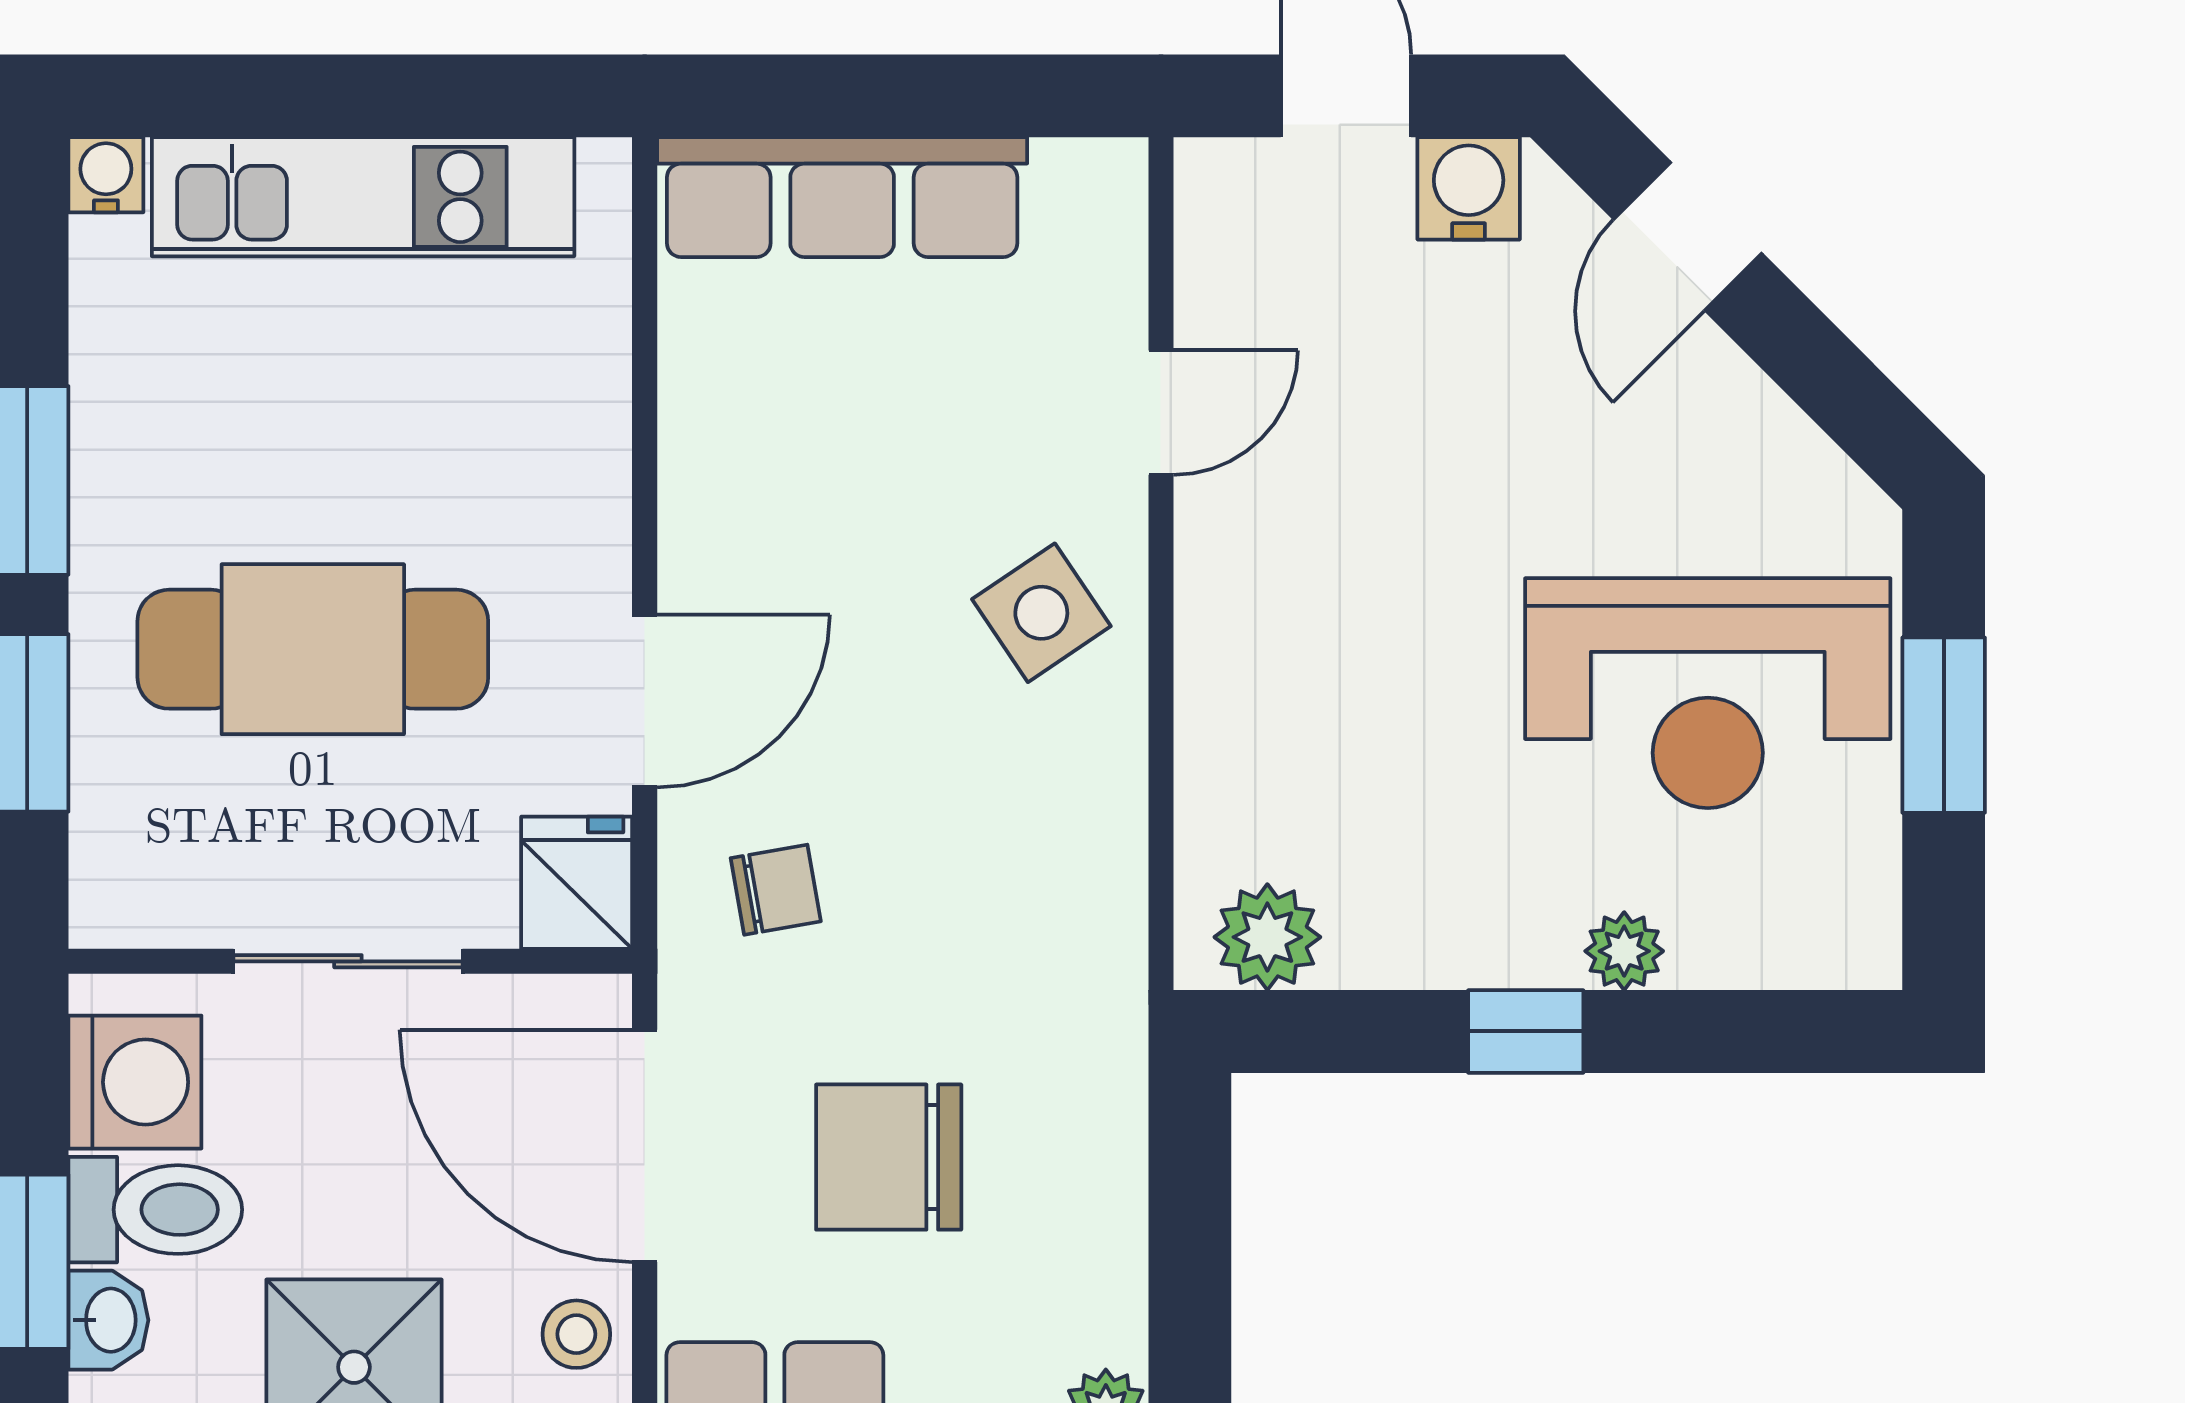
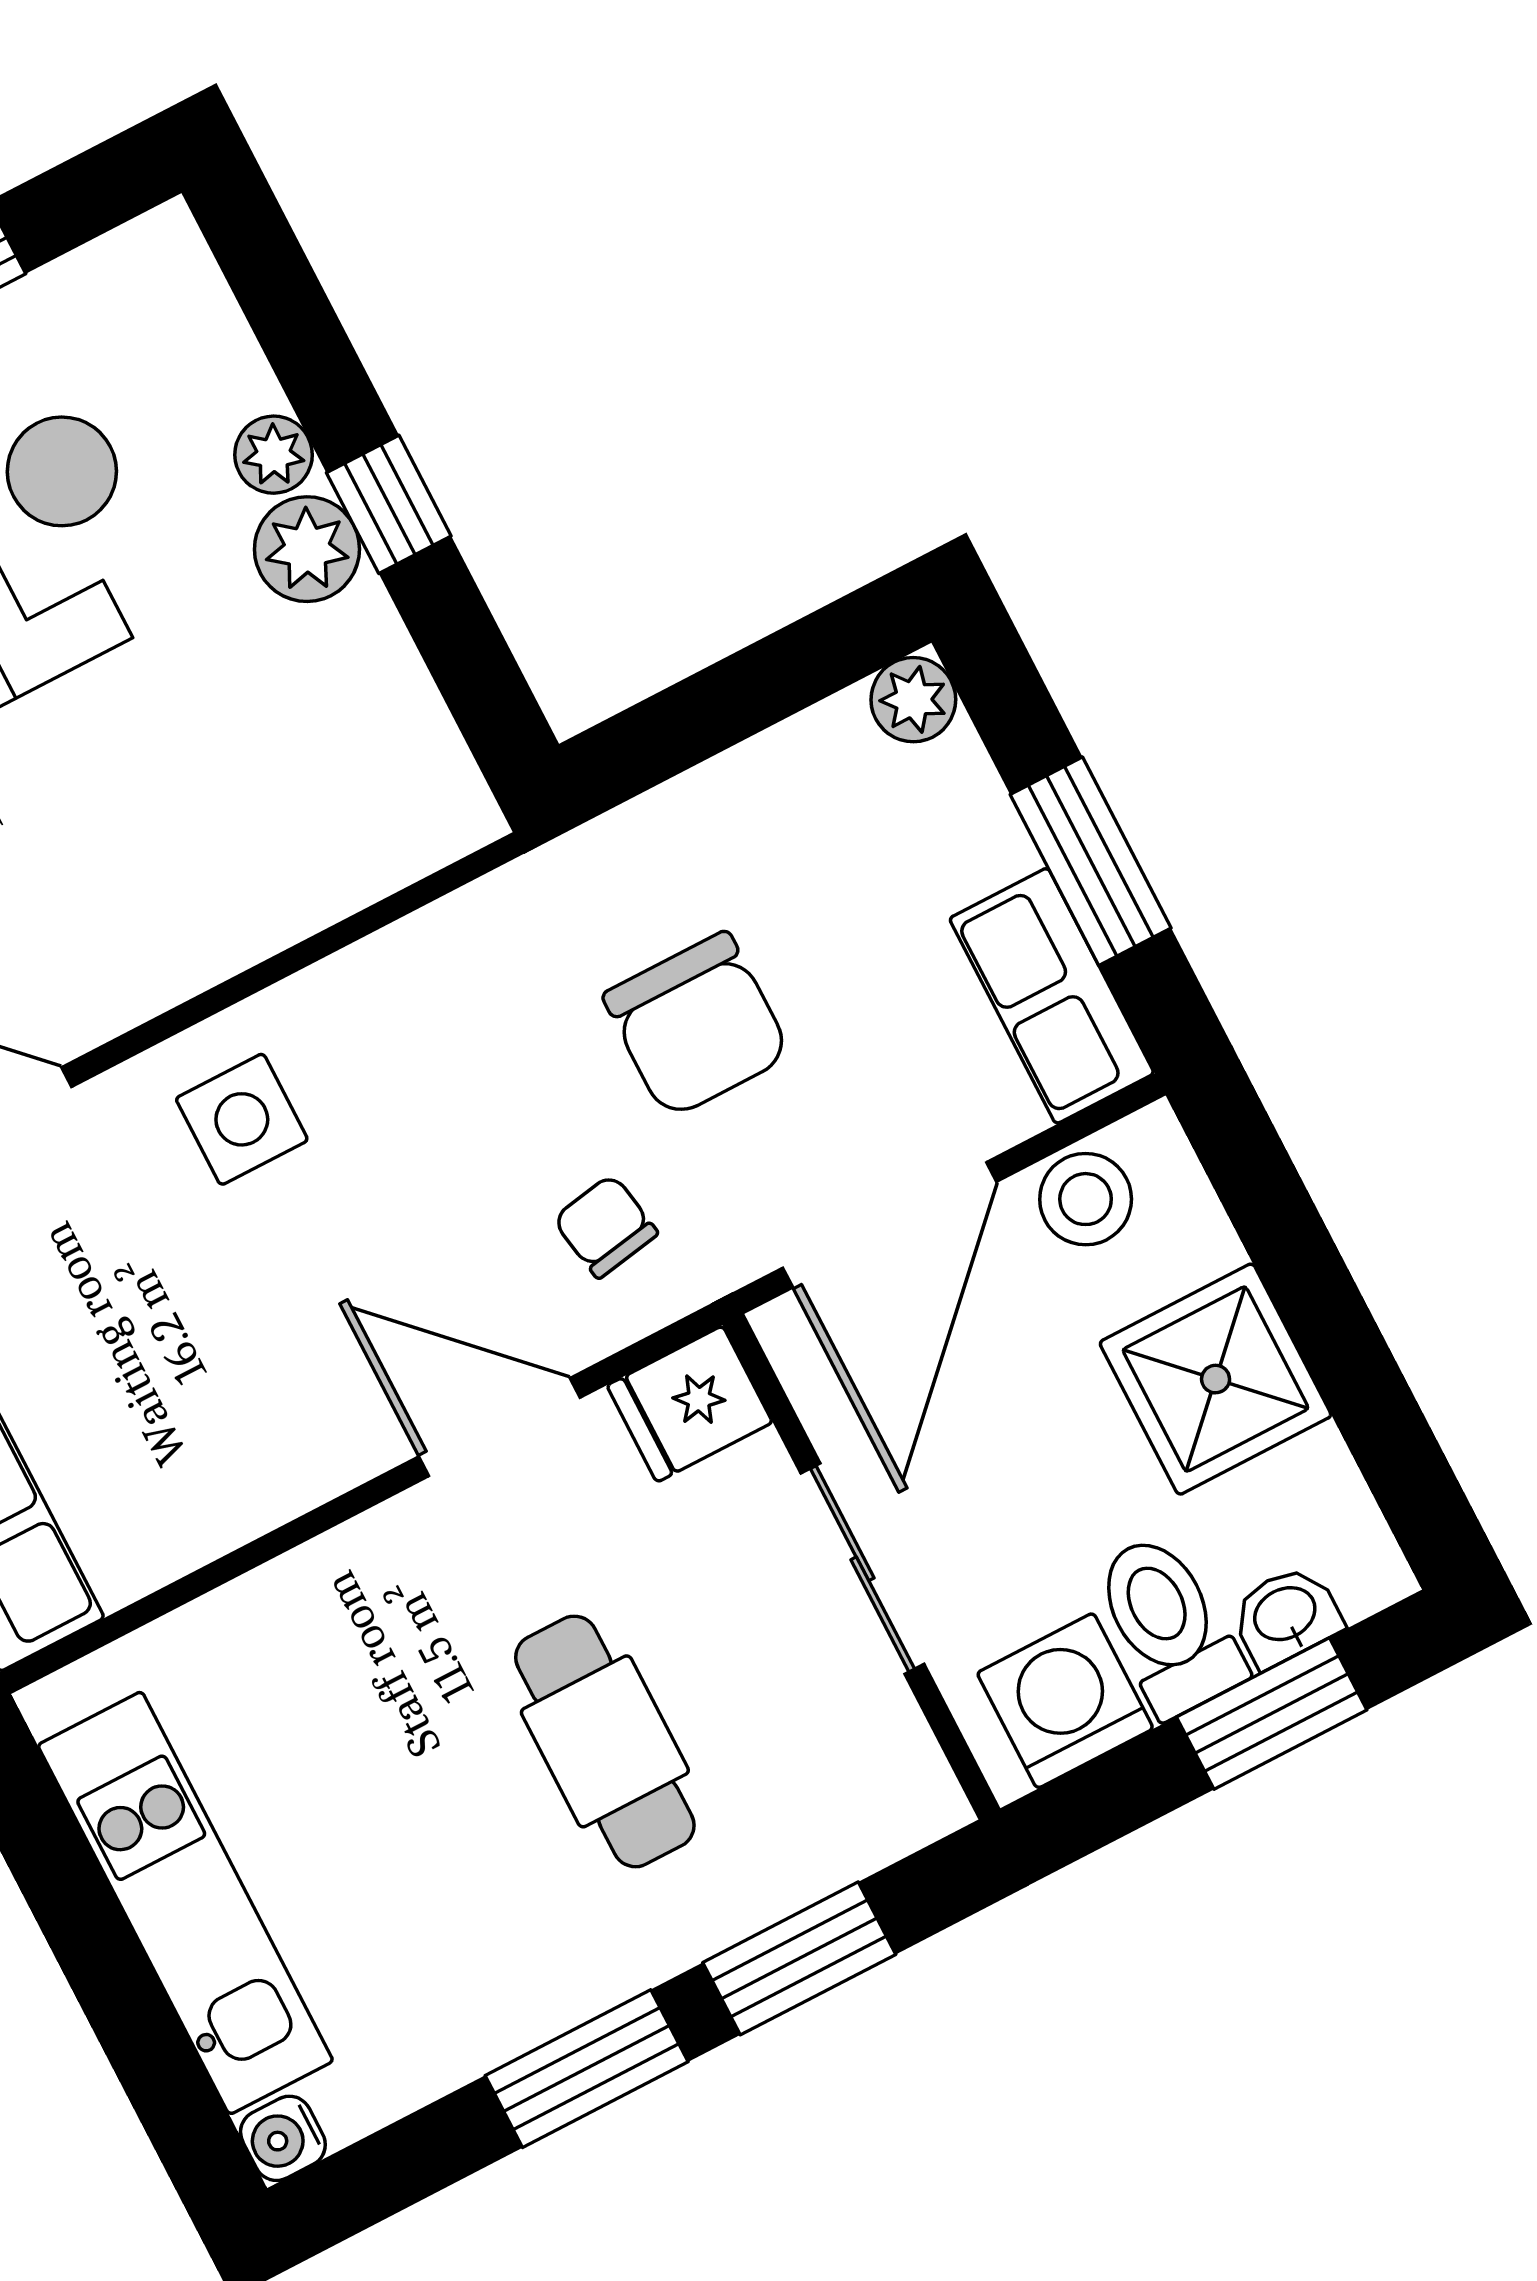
side table: (1041, 613) -> (242, 1119), turned 34
cafe table: (313, 649) -> (605, 1741), width x0.73, depth x0.74
plant: (1267, 937) -> (307, 549), moved
chair: (889, 1157) -> (697, 1025), moved
stool: (576, 1334) -> (1086, 1199), width x1.37, depth x1.37

